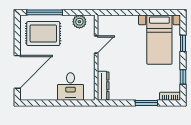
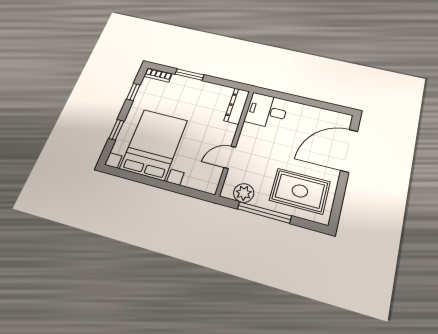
window: (45, 12) -> (264, 212), moved
bed with nightstands: (159, 40) -> (154, 144), width x1.36
desk: (70, 86) -> (266, 111), moved, turned -90

